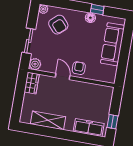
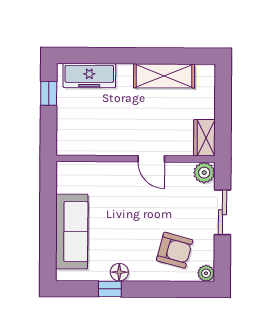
armchair: (58, 25) -> (175, 250), turned 147
armchair: (79, 68) -> (125, 179), removed

